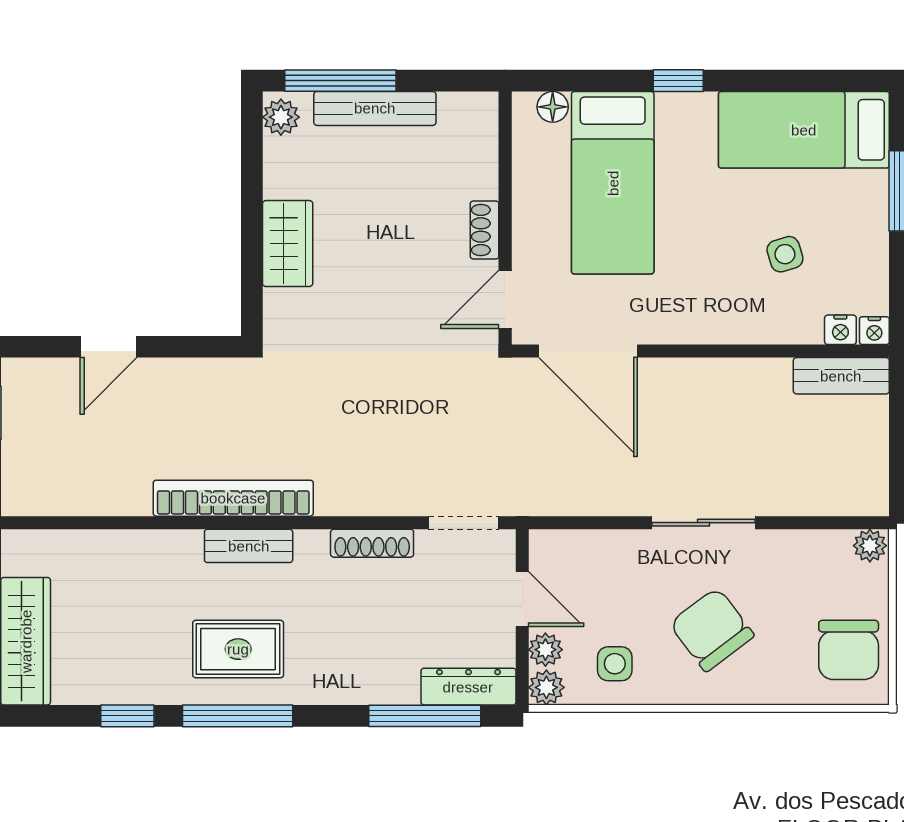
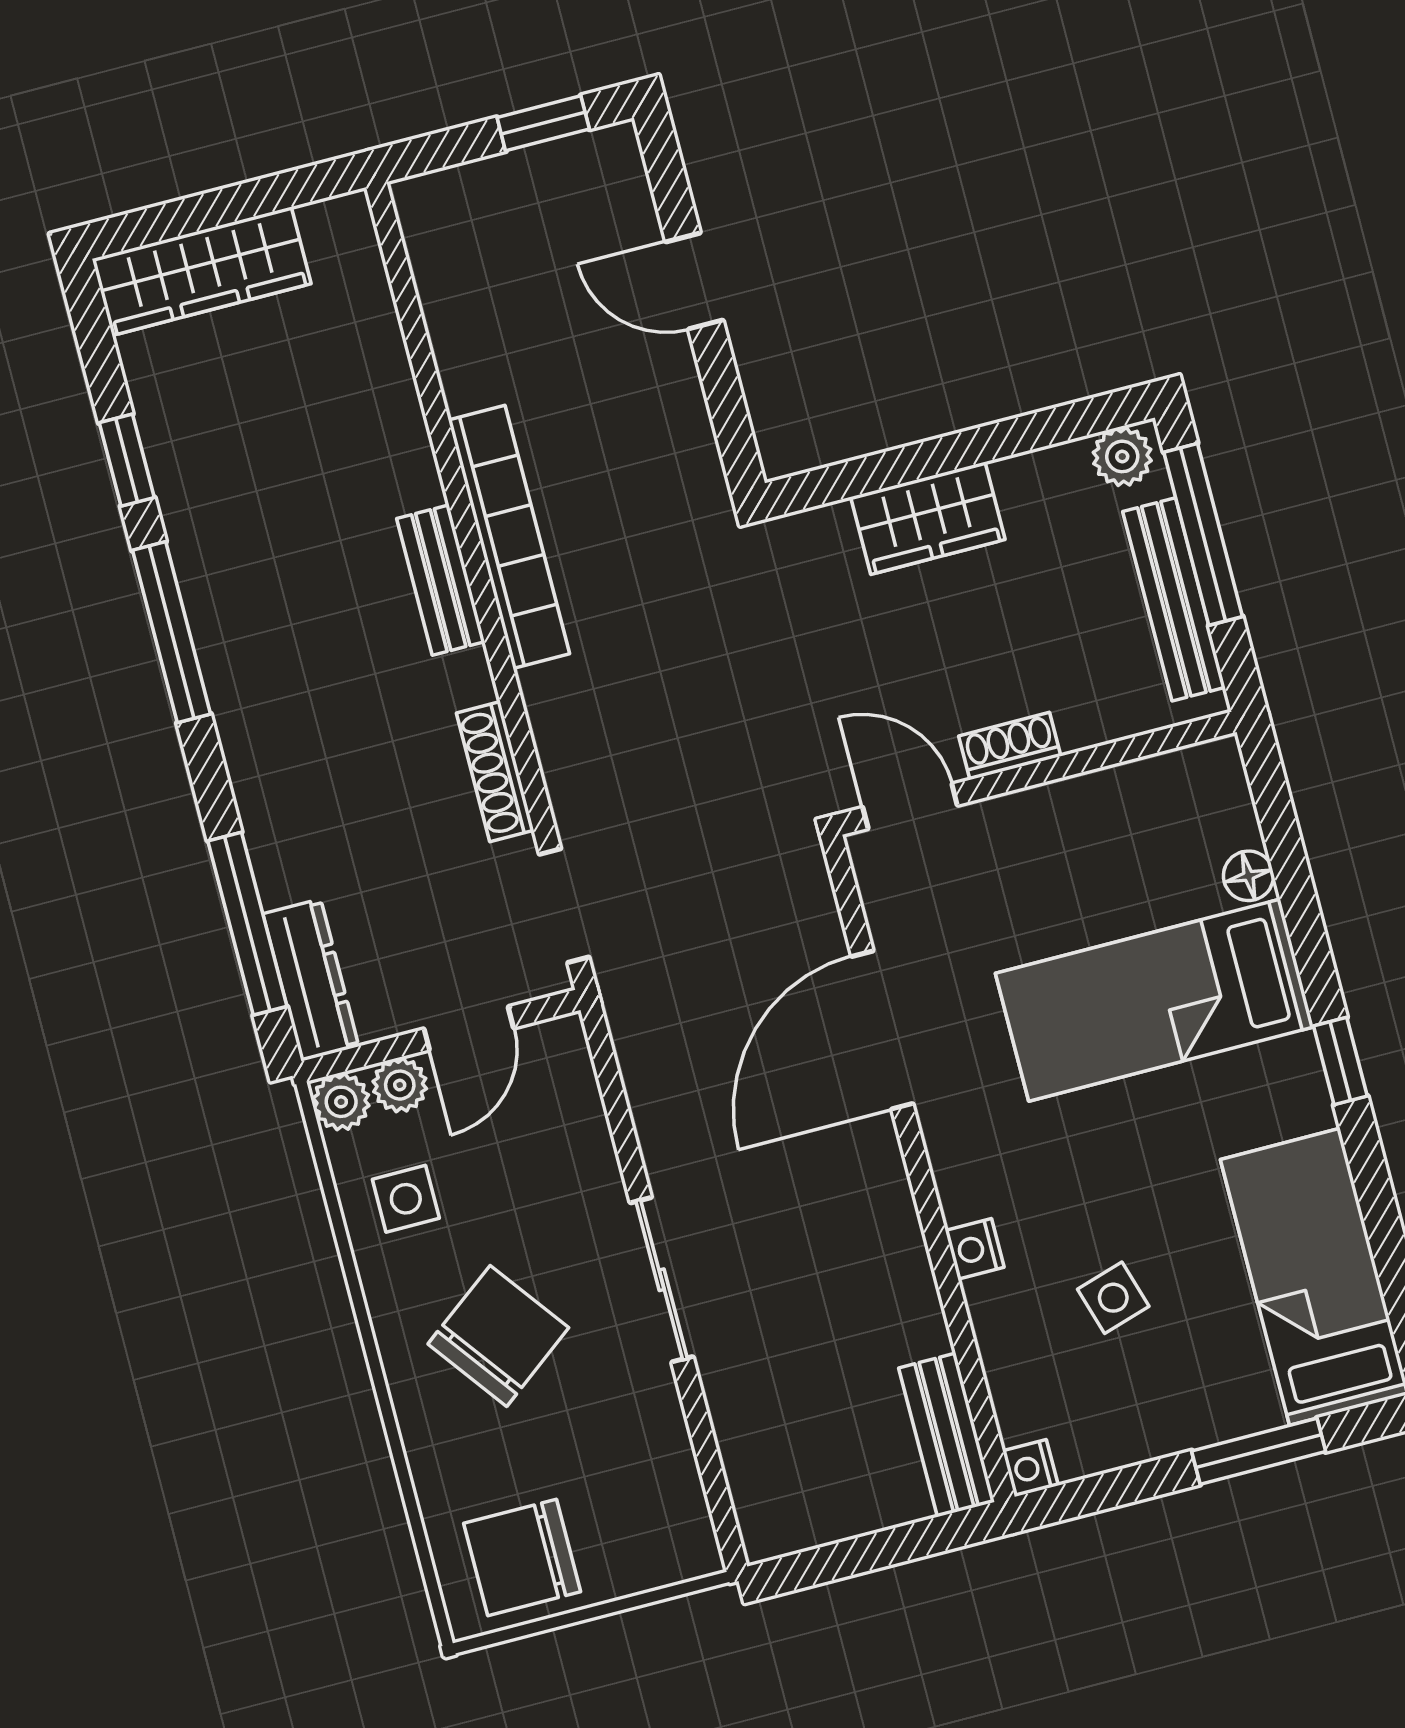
wall: (505, 218) -> (1037, 773), moved
shoe rack: (485, 230) -> (1010, 746), moved
door: (505, 299) -> (910, 806), moved
nightstand: (840, 330) -> (975, 1249), moved
plant: (870, 546) -> (693, 1548), removed
rug: (238, 649) -> (276, 606), removed

